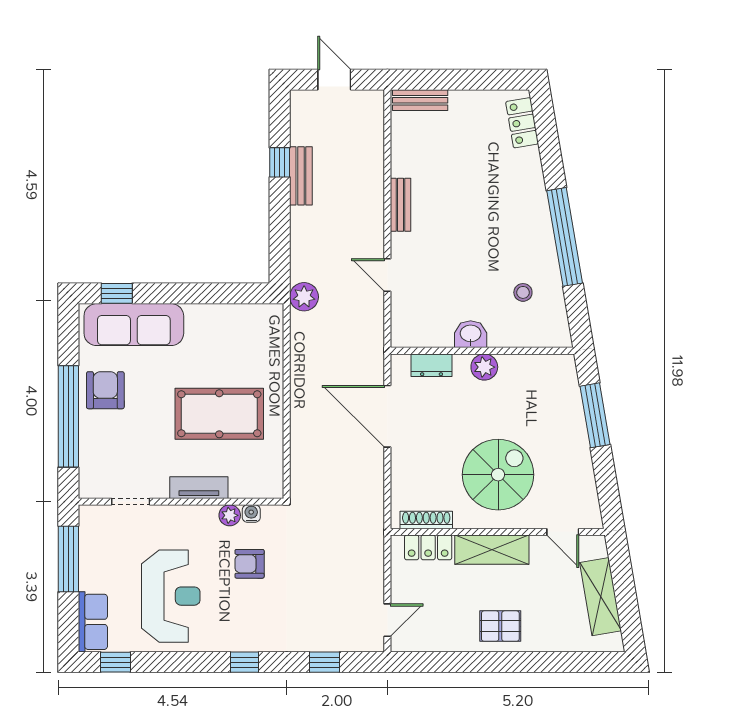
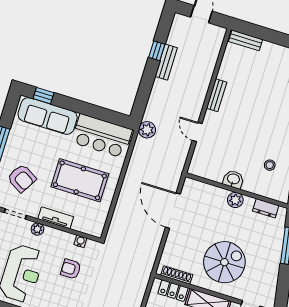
bar counter: (233, 330) -> (102, 136), added
dresser: (432, 365) -> (266, 208), moved
armchair: (105, 390) -> (22, 178), moved, turned 121
plant: (230, 515) -> (37, 229), moved

